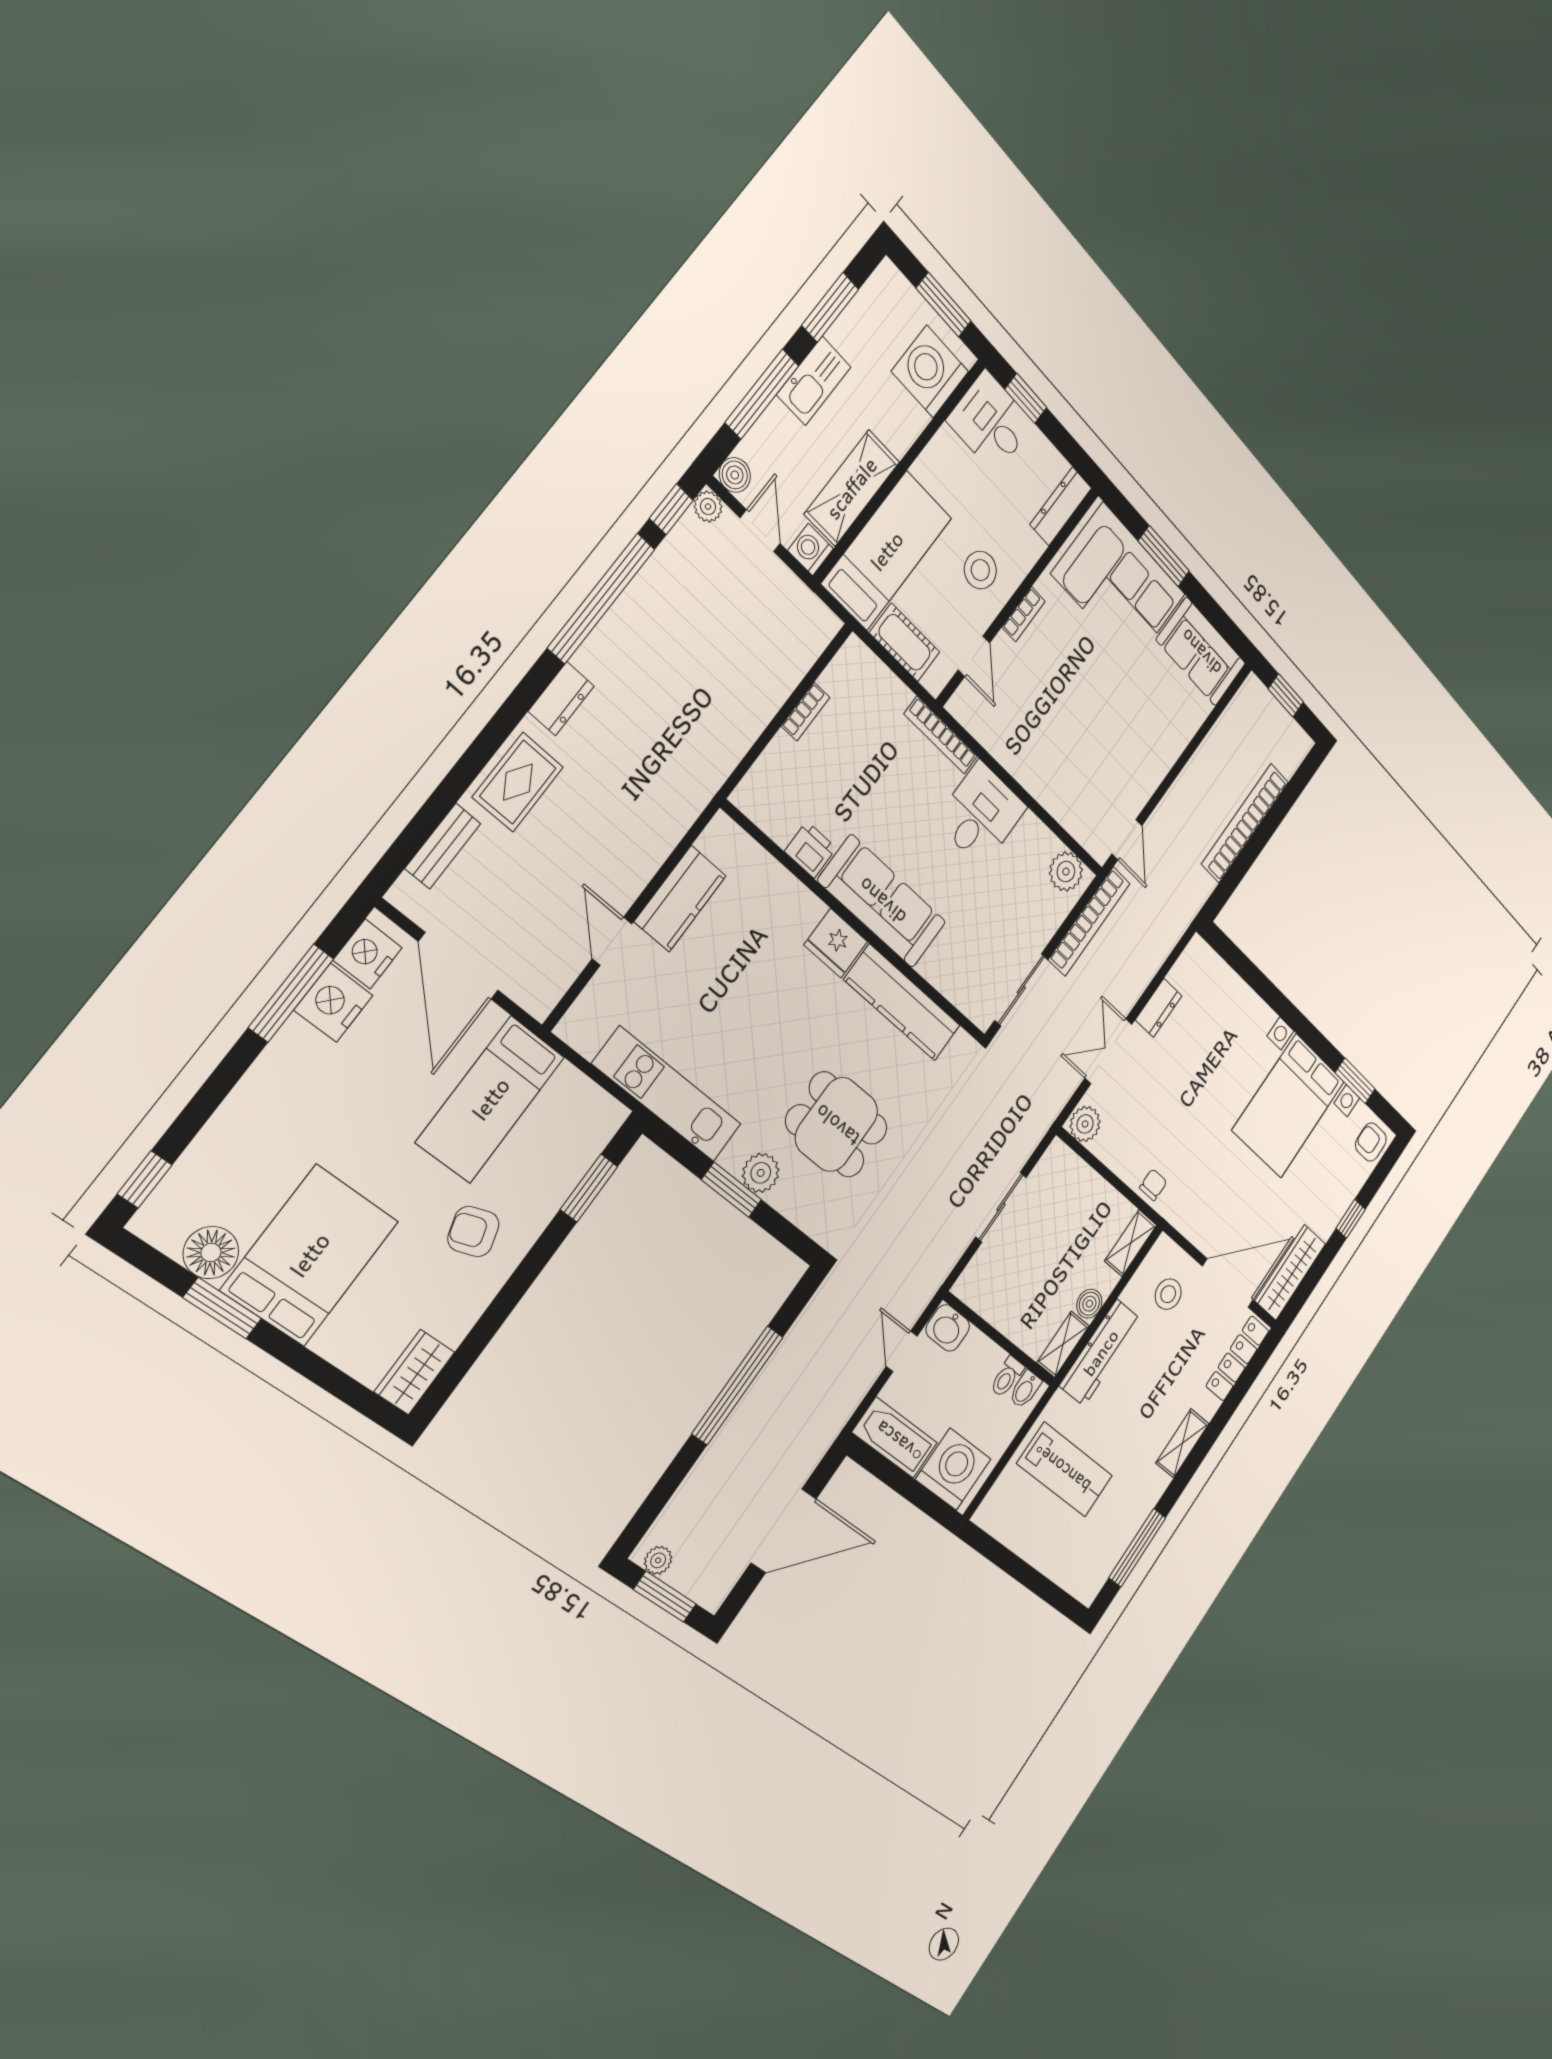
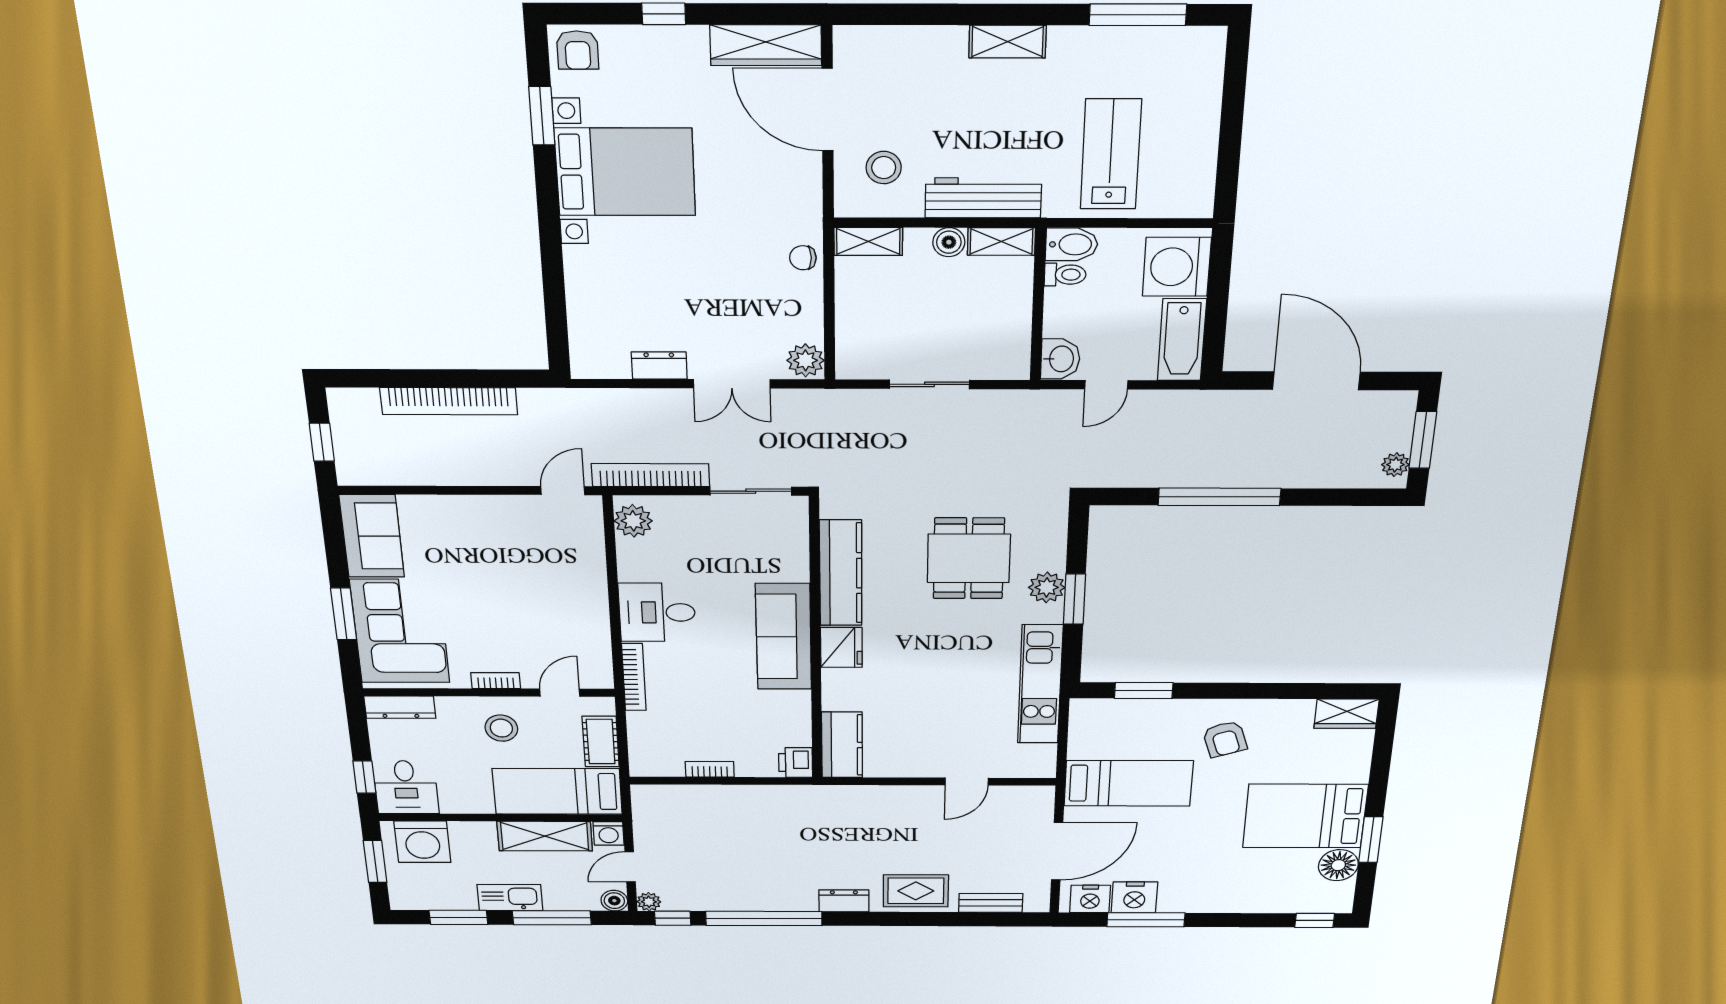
printer: (810, 850) -> (796, 762), moved
kitchen counter: (680, 899) -> (842, 745), moved, turned 90
locker: (1238, 1358) -> (887, 42), removed
bidet: (1025, 1389) -> (1072, 244), width x1.38, depth x1.36

